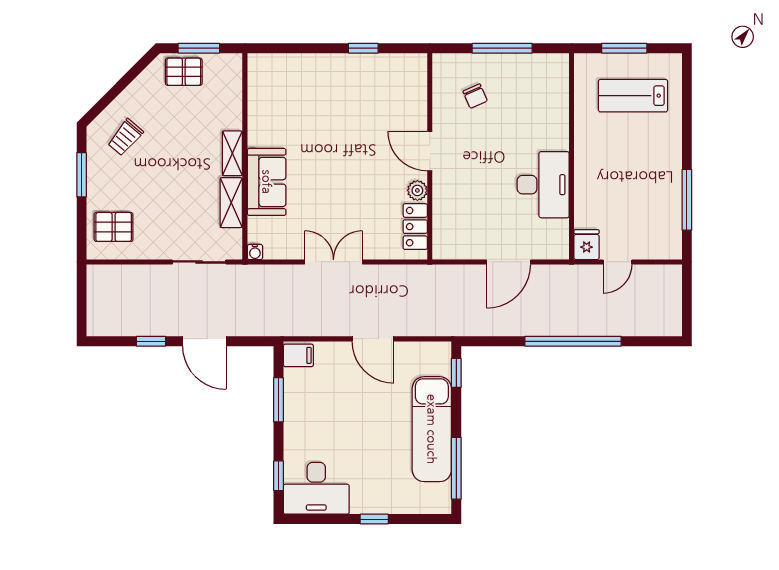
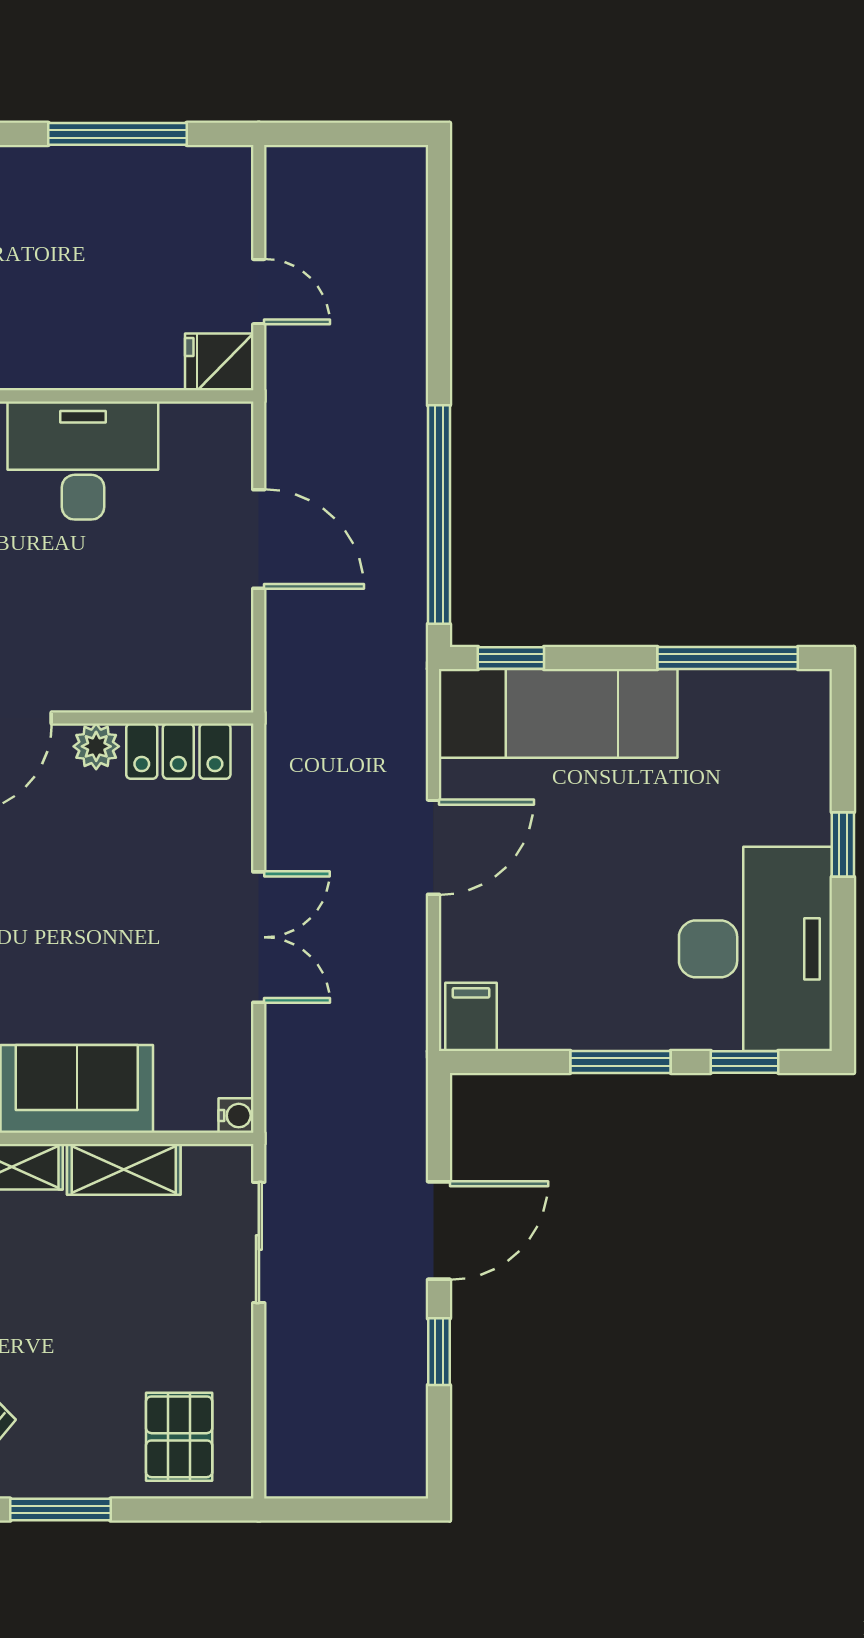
double door: (333, 262) -> (259, 937), swing flipped
window: (573, 341) -> (439, 515), moved
window: (279, 400) -> (621, 1062), moved
exam couch: (432, 429) -> (558, 713), moved
desk: (316, 488) -> (755, 949), width x1.36, depth x1.30

